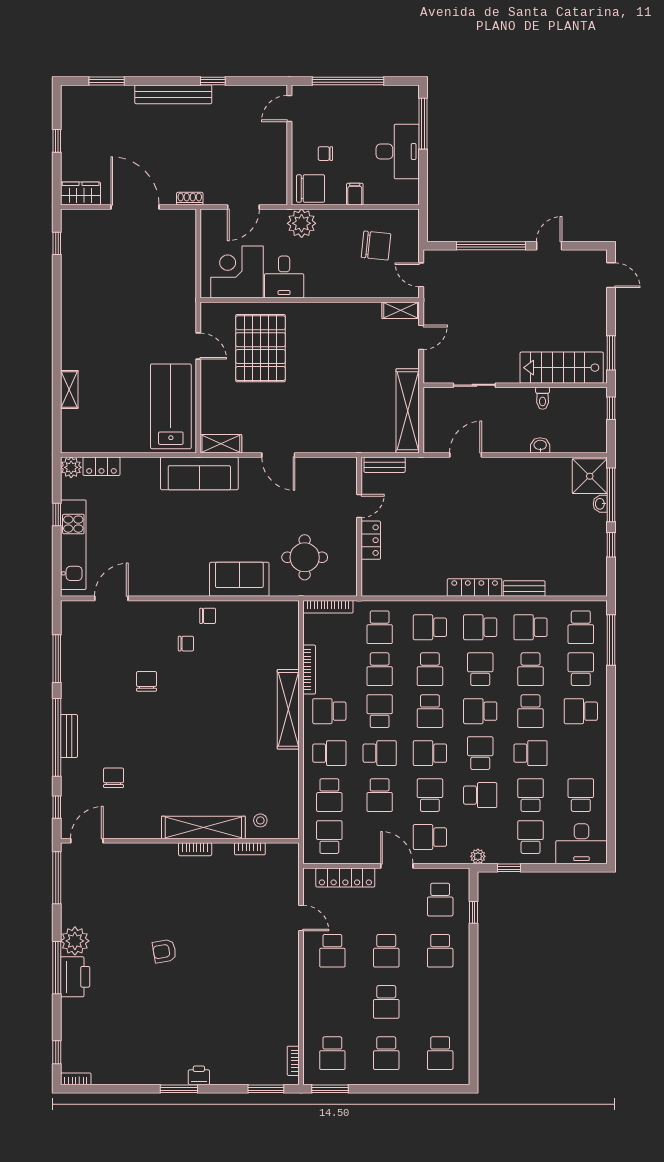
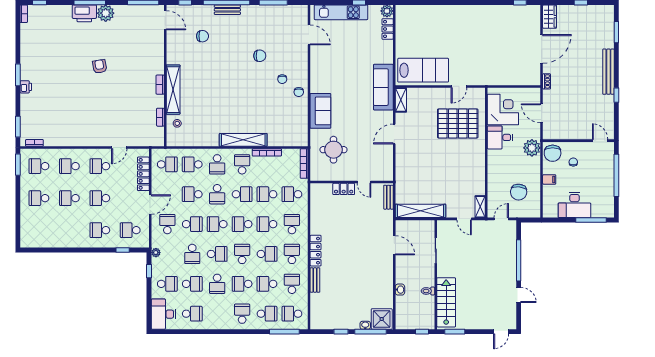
shelving: (69, 389) -> (433, 10), removed
school desk: (430, 753) -> (217, 224), turned -90
school desk: (440, 1053) -> (69, 166), moved

